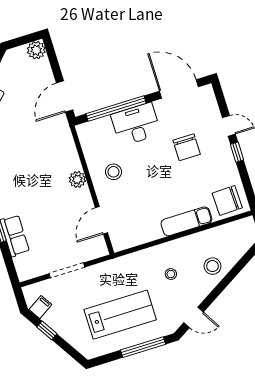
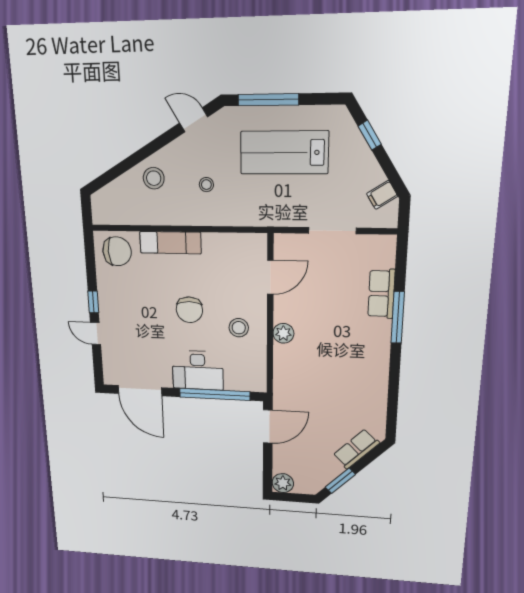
chair: (187, 147) -> (189, 310), moved, turned 180
window: (47, 330) -> (370, 135), moved

